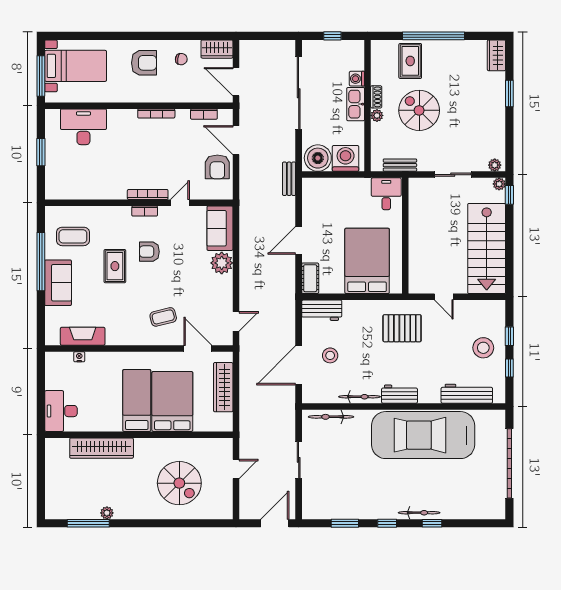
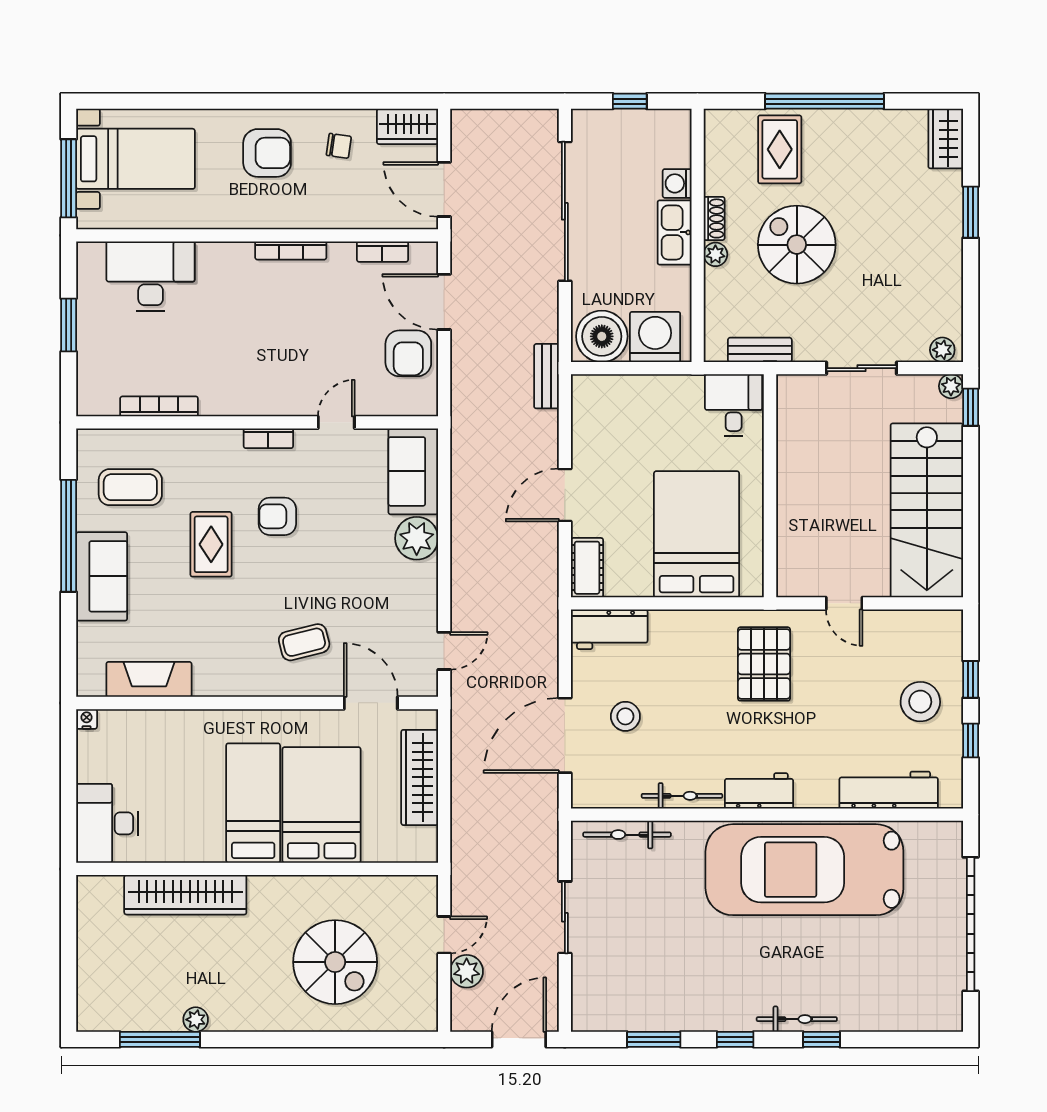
bookcase: (148, 194) -> (159, 406), moved
pallet: (402, 328) -> (764, 664), turned 90
nightstand: (79, 357) -> (87, 719), moved
plant: (248, 488) -> (467, 971), added

